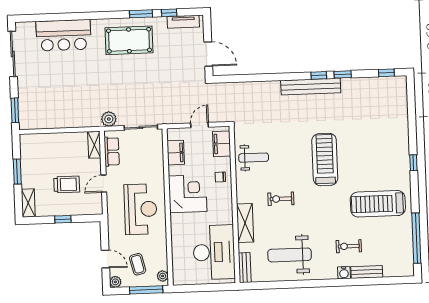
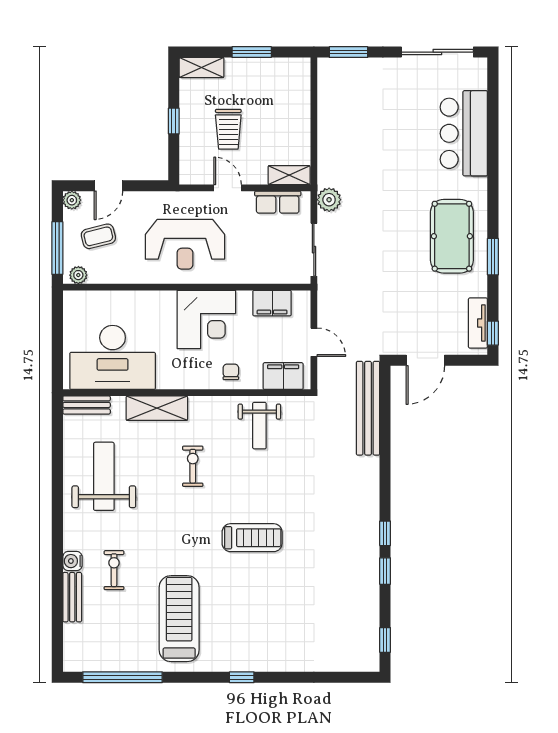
window: (169, 13) -> (493, 333), moved
bench: (311, 87) -> (368, 408), moved
treadmill: (325, 160) -> (252, 538), width x0.73, depth x0.73

